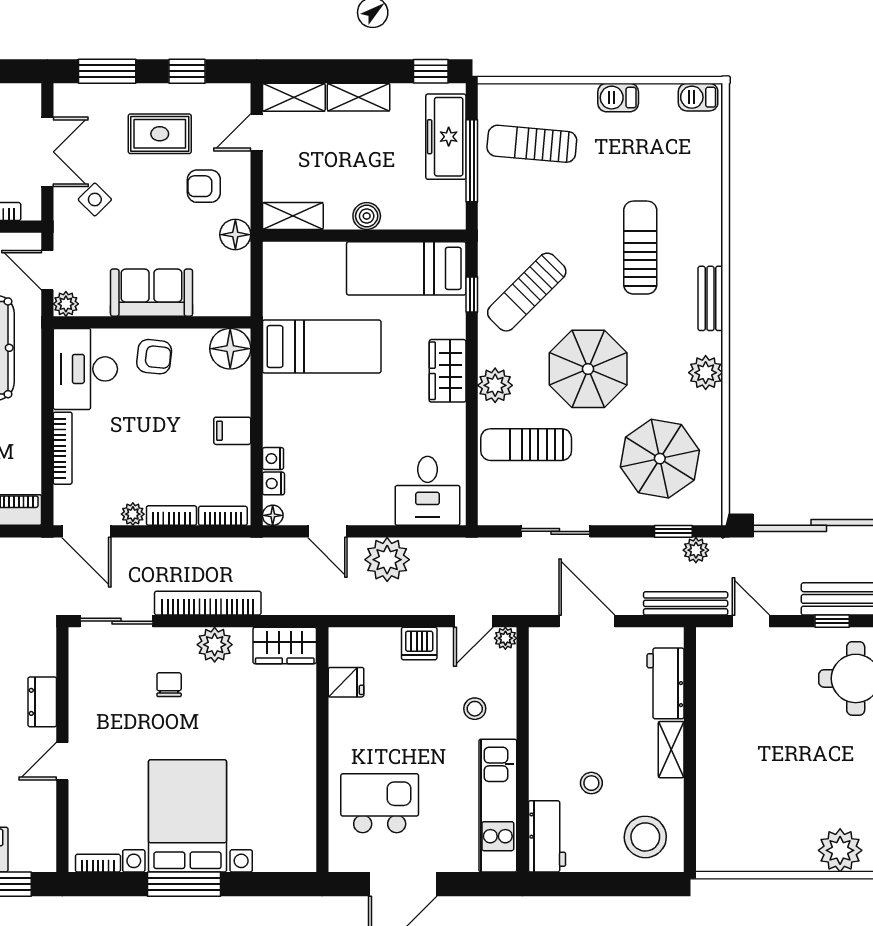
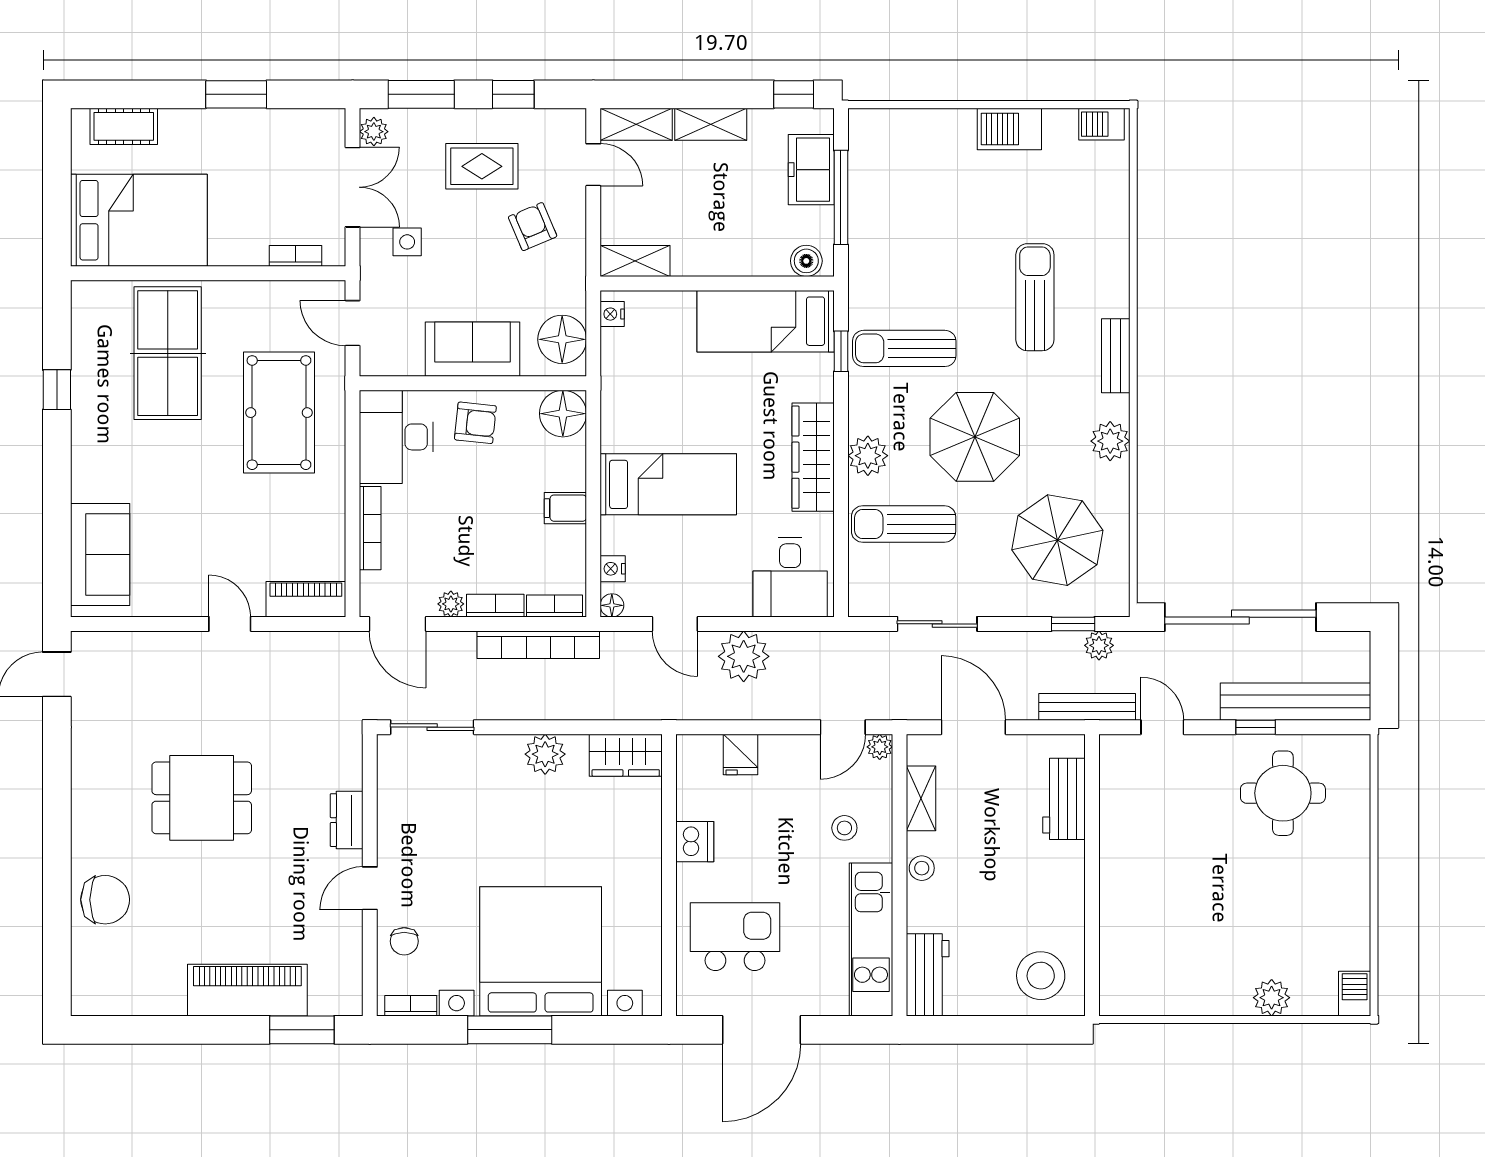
barbecue: (618, 98) -> (1009, 129), width x1.38, depth x1.27
door: (257, 132) -> (593, 165), swing flipped
freezer: (446, 137) -> (811, 170), width x0.71
sun lounger: (532, 144) -> (910, 178), removed
armchair: (204, 186) -> (533, 227), turned 67
side table: (95, 200) -> (407, 242), turned 45
boiler: (367, 216) -> (806, 261), moved
floor lamp: (235, 235) -> (562, 339), moved, width x1.38, depth x1.38
sun lounger: (527, 292) -> (904, 348), turned 45
plant: (66, 304) -> (374, 132), moved
bed: (322, 346) -> (668, 484), moved
wardrobe: (448, 371) -> (813, 457), width x1.50
nightstand: (273, 459) -> (612, 314), moved
bookcase: (208, 603) -> (538, 645), moved, turned 180
dishwasher: (419, 644) -> (695, 842), moved, turned -90
fridge: (346, 682) -> (740, 754), moved, turned 90
chair: (169, 685) -> (404, 941), moved, turned 180
shelving: (671, 750) -> (921, 798), moved
stool: (591, 783) -> (922, 868), moved
bed with nightstands: (187, 816) -> (541, 951), width x1.36
plant: (840, 850) -> (1272, 998), width x0.73, depth x0.73

